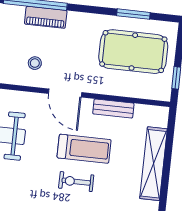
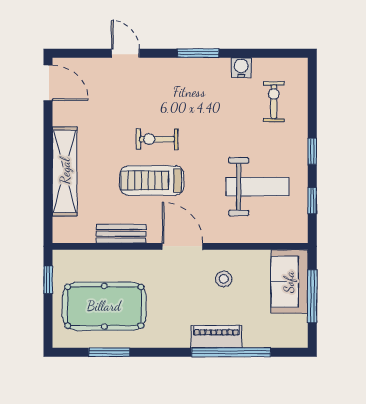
exercise bike: (76, 182) -> (157, 139), turned 180

